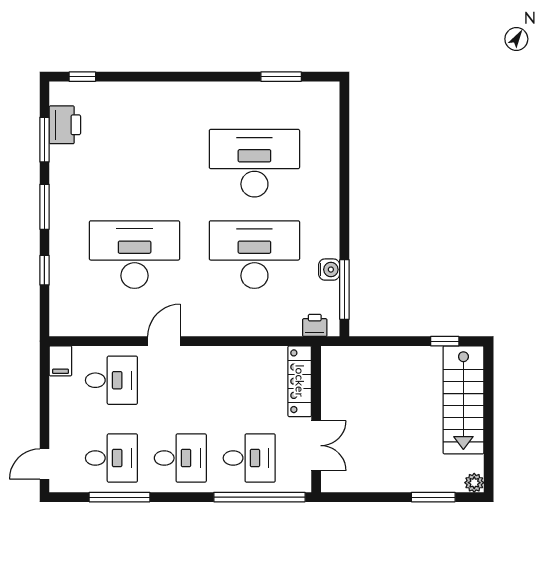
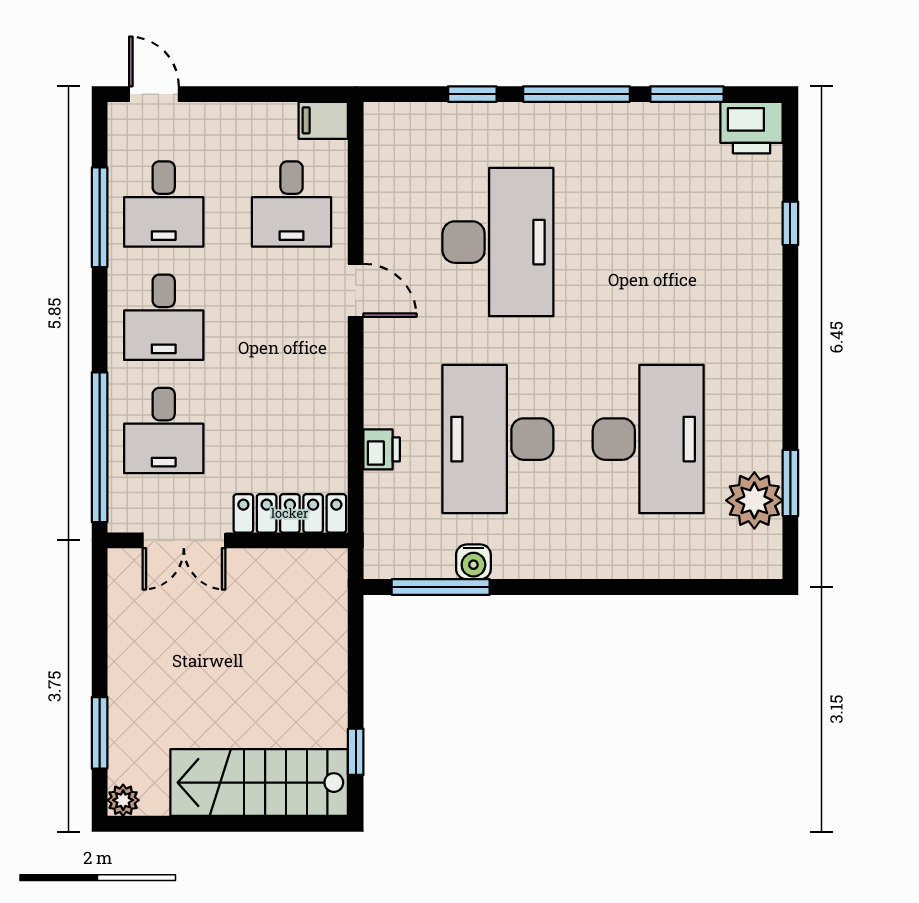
window: (82, 77) -> (790, 223), moved
plant: (292, 99) -> (754, 500), added
printer: (65, 125) -> (752, 128), moved
window: (44, 207) -> (576, 94), width x1.44
desk: (254, 255) -> (498, 439), turned 180
printer: (315, 325) -> (382, 449), moved

